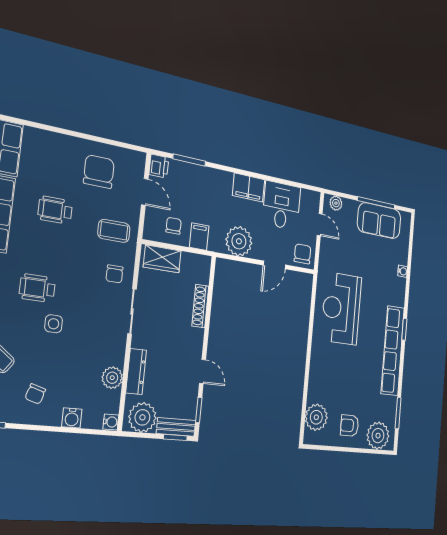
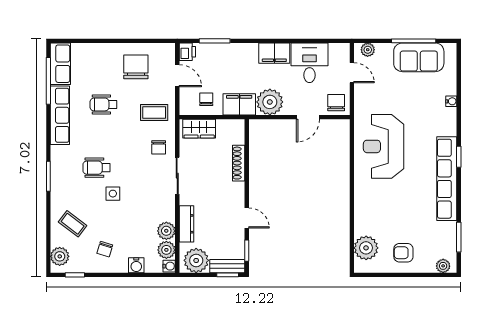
filing cabinet: (199, 237) -> (239, 104), width x2.00
plant: (110, 401) -> (166, 250), added
plant: (378, 436) -> (443, 266), width x0.53, depth x0.53

